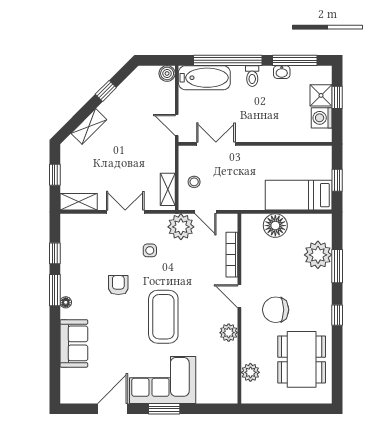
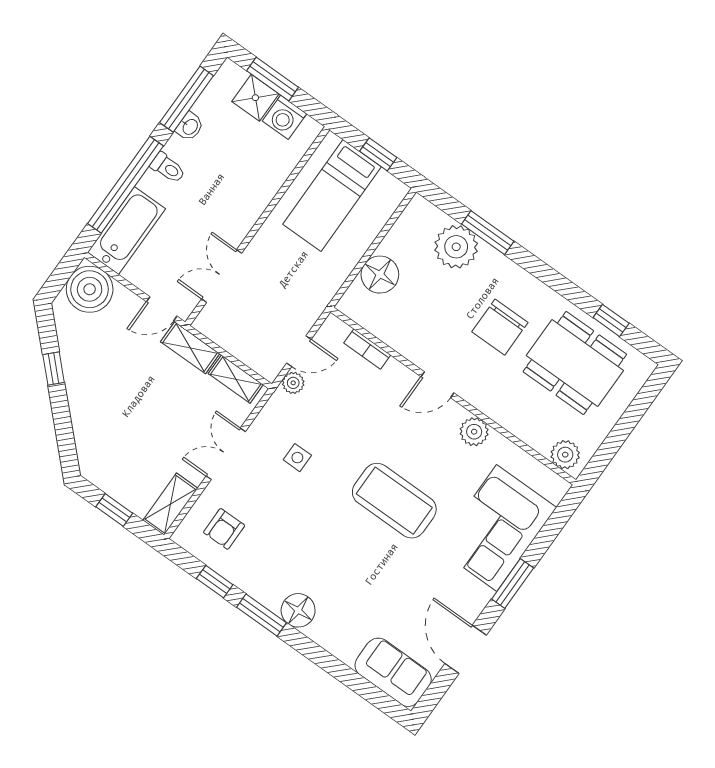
boiler: (167, 73) -> (90, 289), width x1.86, depth x1.86
window: (337, 97) -> (272, 79), width x1.50
shelving: (89, 126) -> (190, 348), moved, turned -45
stool: (194, 182) -> (250, 339), removed
bed: (299, 195) -> (332, 196), moved
plant: (181, 227) -> (293, 383), width x0.53, depth x0.53
bookcase: (232, 255) -> (367, 349), width x0.64
armchair: (118, 285) -> (224, 529), moved, turned -90
floor lamp: (66, 302) -> (298, 610), width x1.89, depth x1.89
chair: (276, 310) -> (500, 327), moved
window: (337, 315) -> (611, 320), moved
sofa: (74, 343) -> (393, 672), moved
plant: (250, 372) -> (565, 455), moved
corner sofa: (163, 380) -> (497, 528), moved

